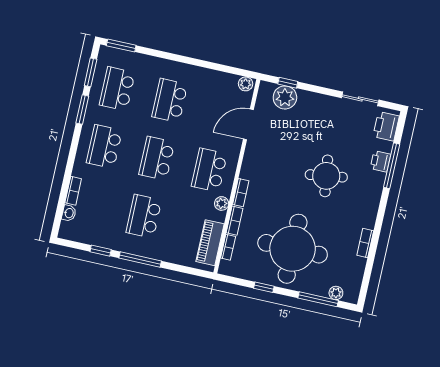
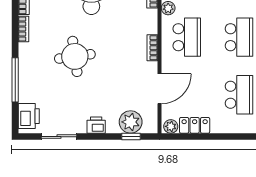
locker: (221, 80) -> (195, 125), added
printer: (380, 161) -> (96, 125), moved, turned -90
bookcase: (241, 193) -> (152, 48), moved
bookcase: (372, 215) -> (24, 29), added

